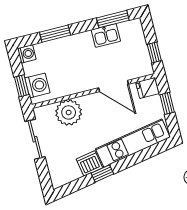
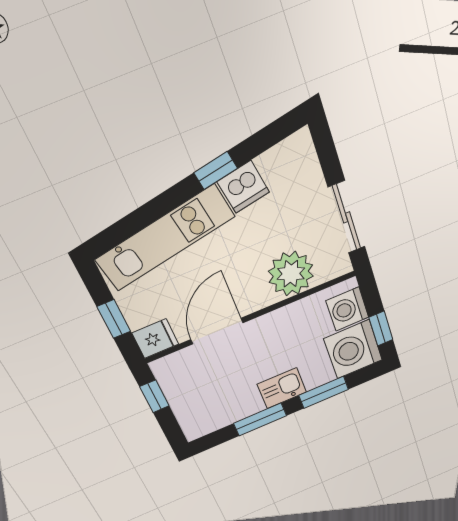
window: (113, 19) -> (260, 419), moved
kitchen sink: (106, 36) -> (282, 388), moved
washing machine: (27, 54) -> (353, 349), width x1.89, depth x1.89
window: (22, 86) -> (381, 329), moved
door: (114, 86) -> (217, 331), hinge flipped

